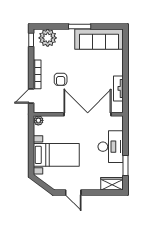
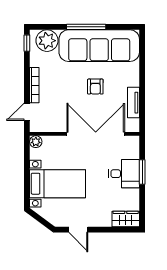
window: (80, 27) -> (86, 27), width x1.44
sofa: (99, 39) -> (99, 46), width x1.36, depth x1.27
armchair: (61, 79) -> (95, 87), moved
desk: (111, 147) -> (124, 174), width x0.73
window: (126, 165) -> (142, 172), moved

